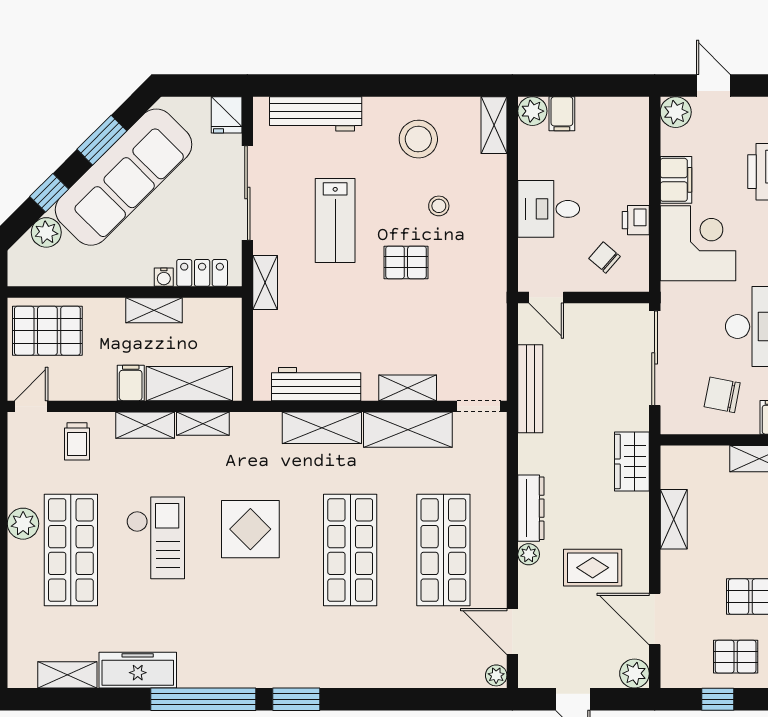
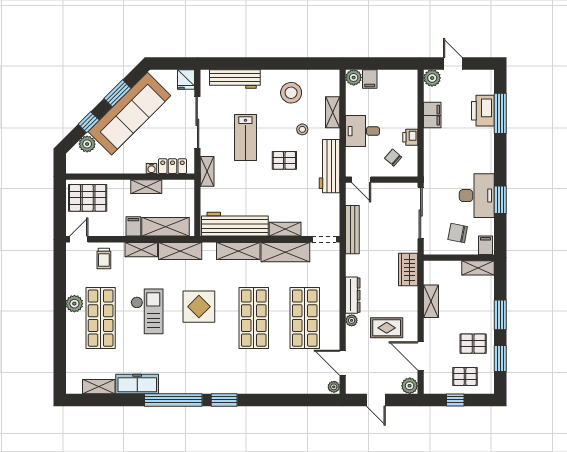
shelving: (494, 125) -> (333, 112), moved
corner desk: (698, 243) -> (444, 150), removed
workbench: (488, 273) -> (330, 166), added
workbench: (316, 384) -> (235, 224), width x1.36, depth x1.32
shelving: (203, 424) -> (180, 251), width x1.50, depth x1.33

